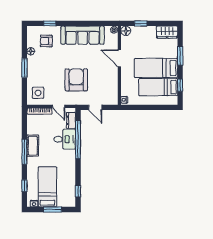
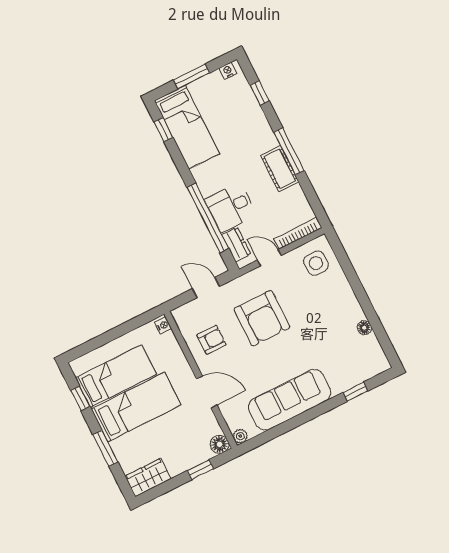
armchair: (46, 41) -> (211, 340), moved
window: (24, 68) -> (361, 294), removed
bed: (47, 187) -> (187, 127), moved

